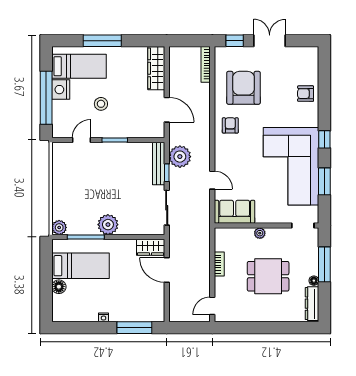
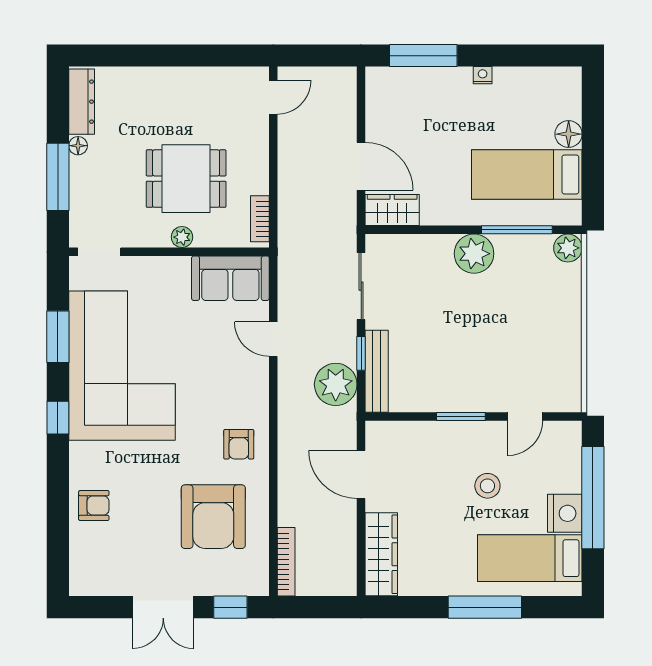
bookcase: (219, 264) -> (260, 219), moved
dining table: (268, 276) -> (186, 179), moved

